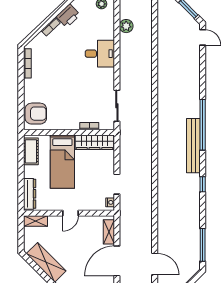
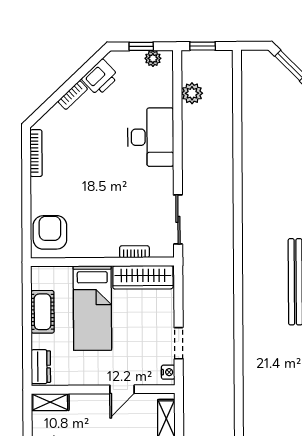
desk: (100, 54) -> (151, 137), width x1.37
armchair: (36, 114) -> (50, 232), turned -90
cot: (31, 151) -> (43, 312), moved
dresser: (30, 194) -> (41, 367), width x0.70
door: (70, 213) -> (122, 389), moved

